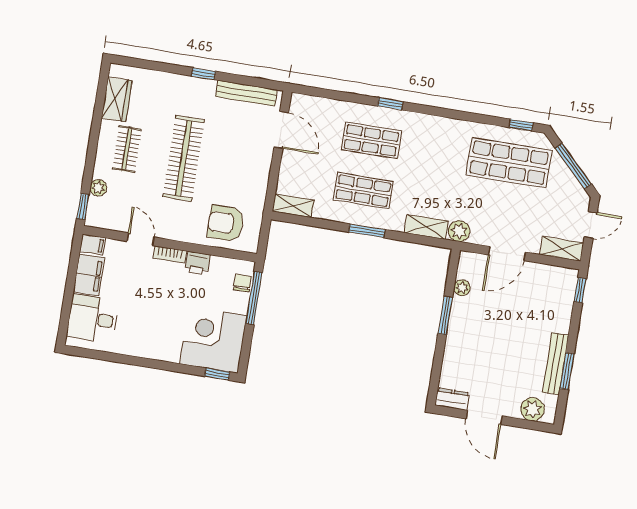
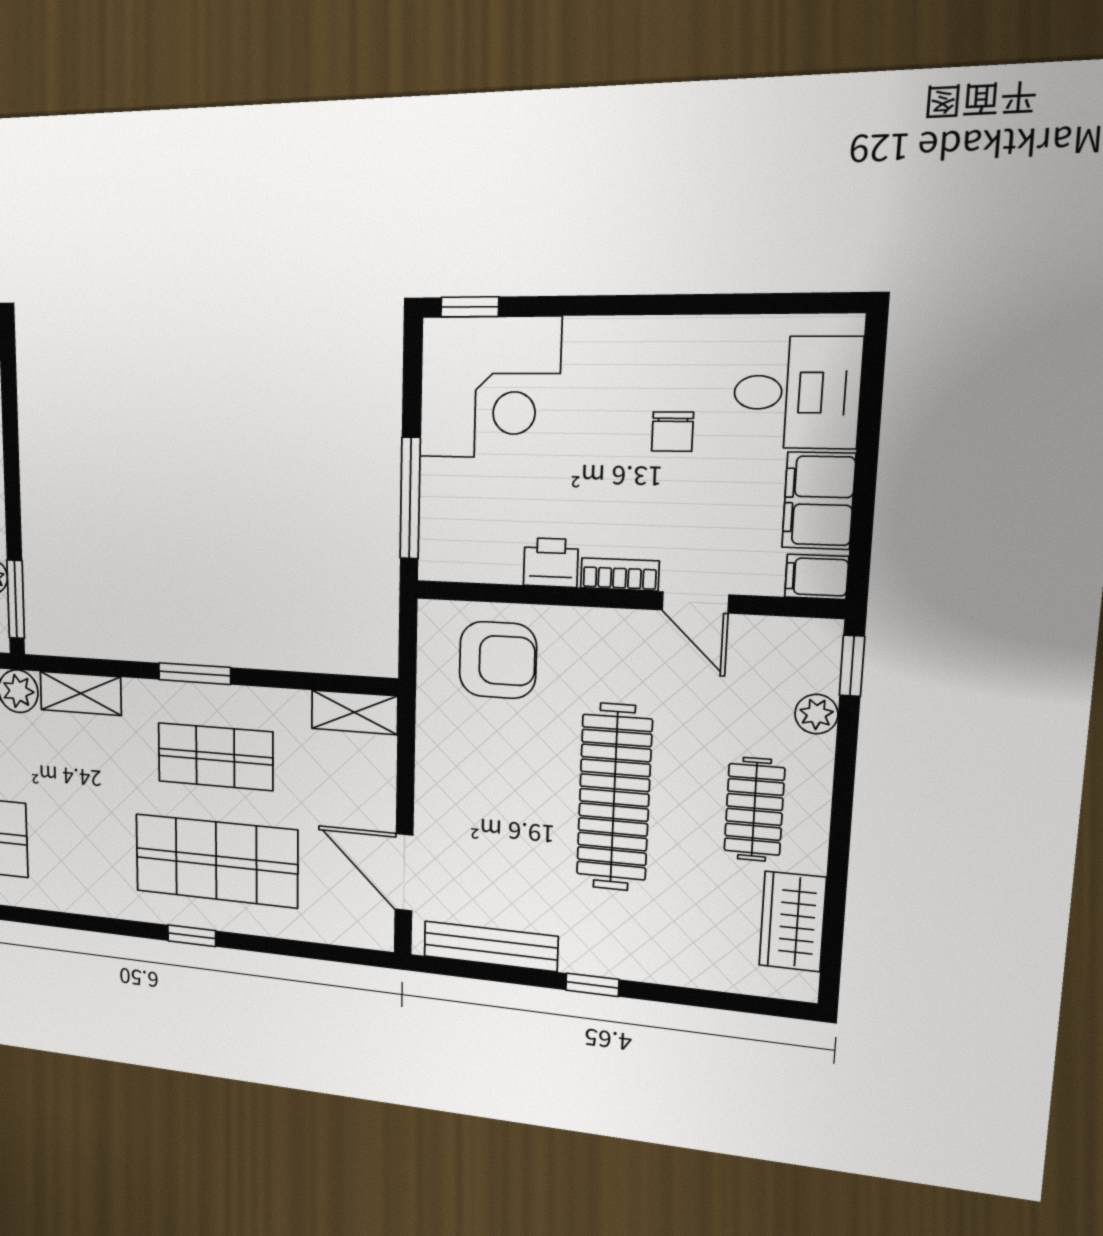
shop shelf: (371, 140) -> (216, 861), width x1.43, depth x1.36
chair: (242, 283) -> (672, 432), moved
window: (445, 316) -> (16, 599), moved

